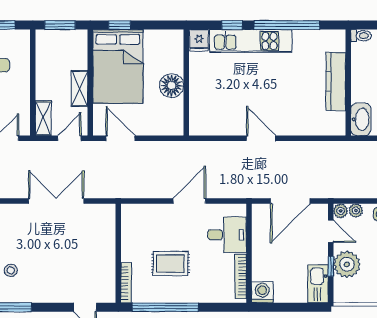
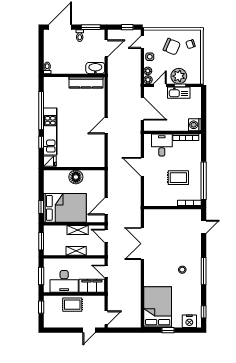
kitchen counter: (336, 81) -> (86, 82), moved
shelving: (43, 118) -> (76, 251), moved
rug: (170, 264) -> (178, 178), turned 90
kitchen sink: (318, 284) -> (179, 93), moved

